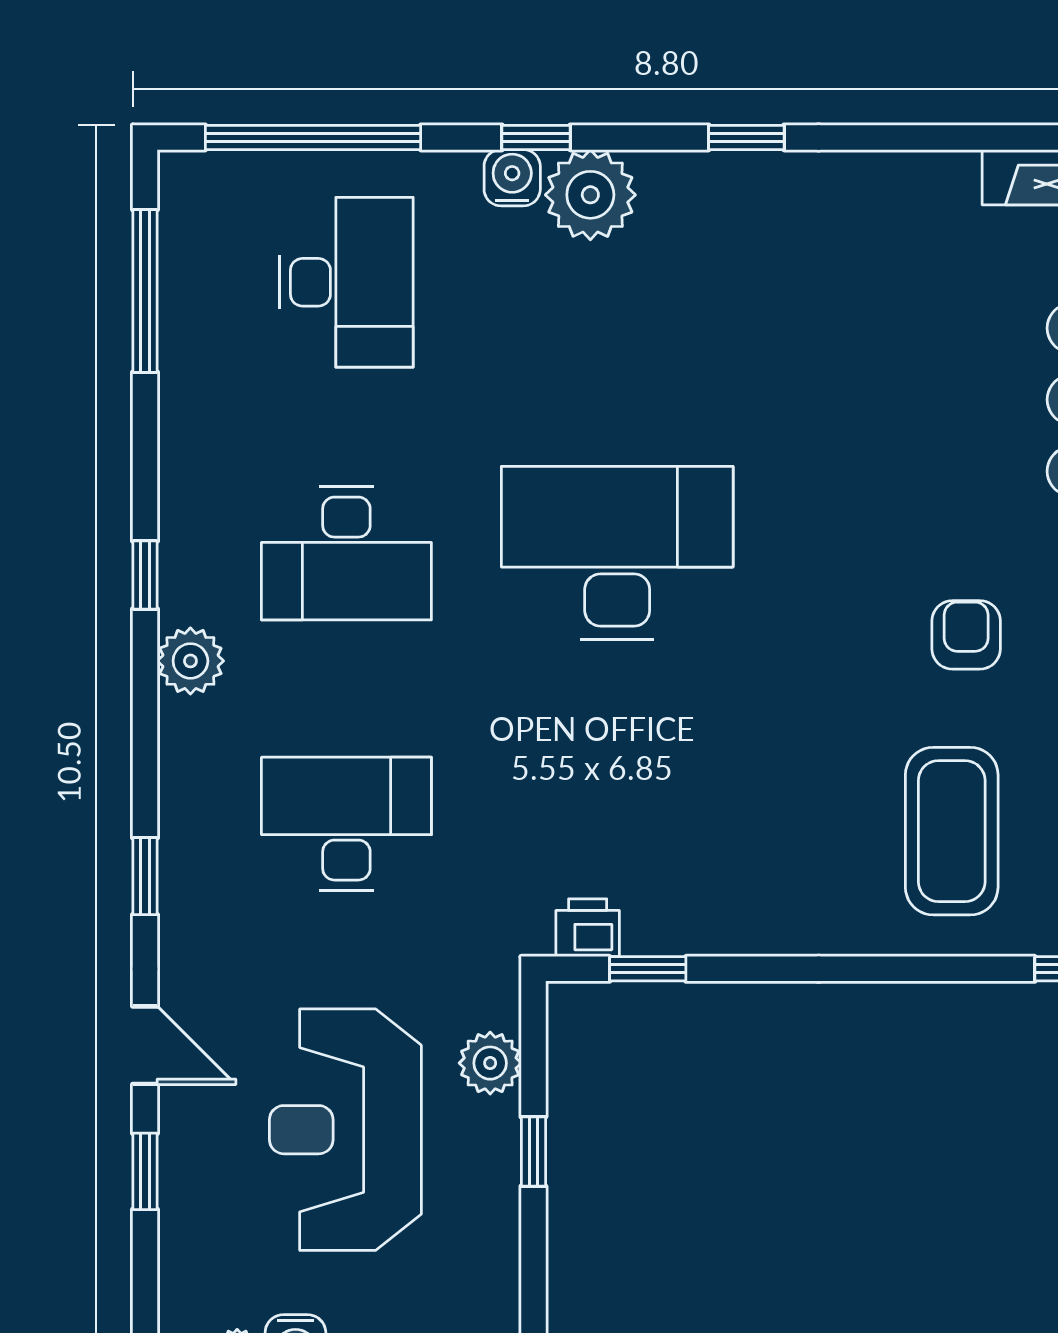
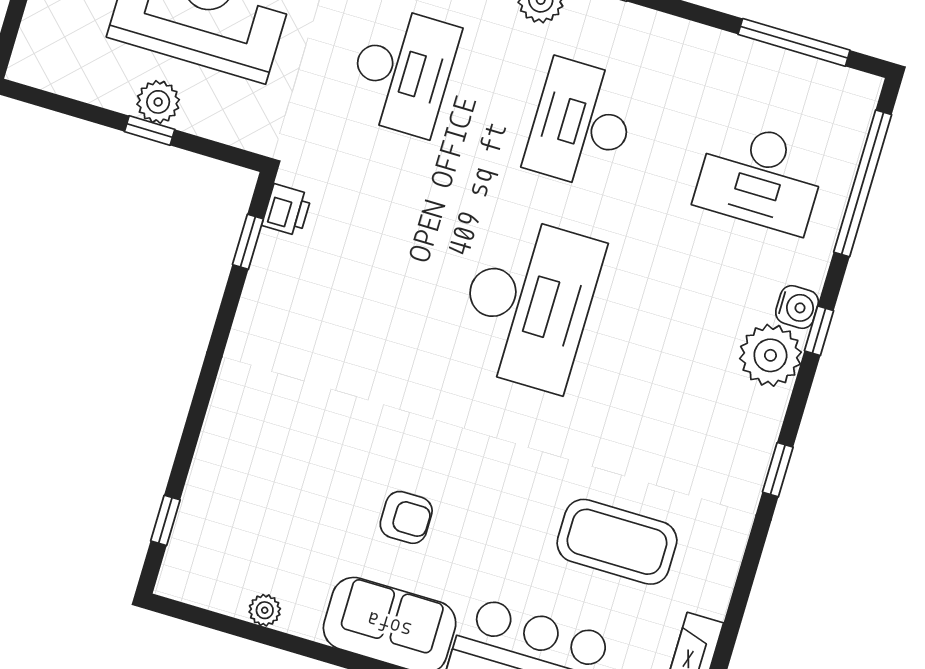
coffee table: (952, 831) -> (617, 542), moved
plant: (490, 1063) -> (158, 102), moved

